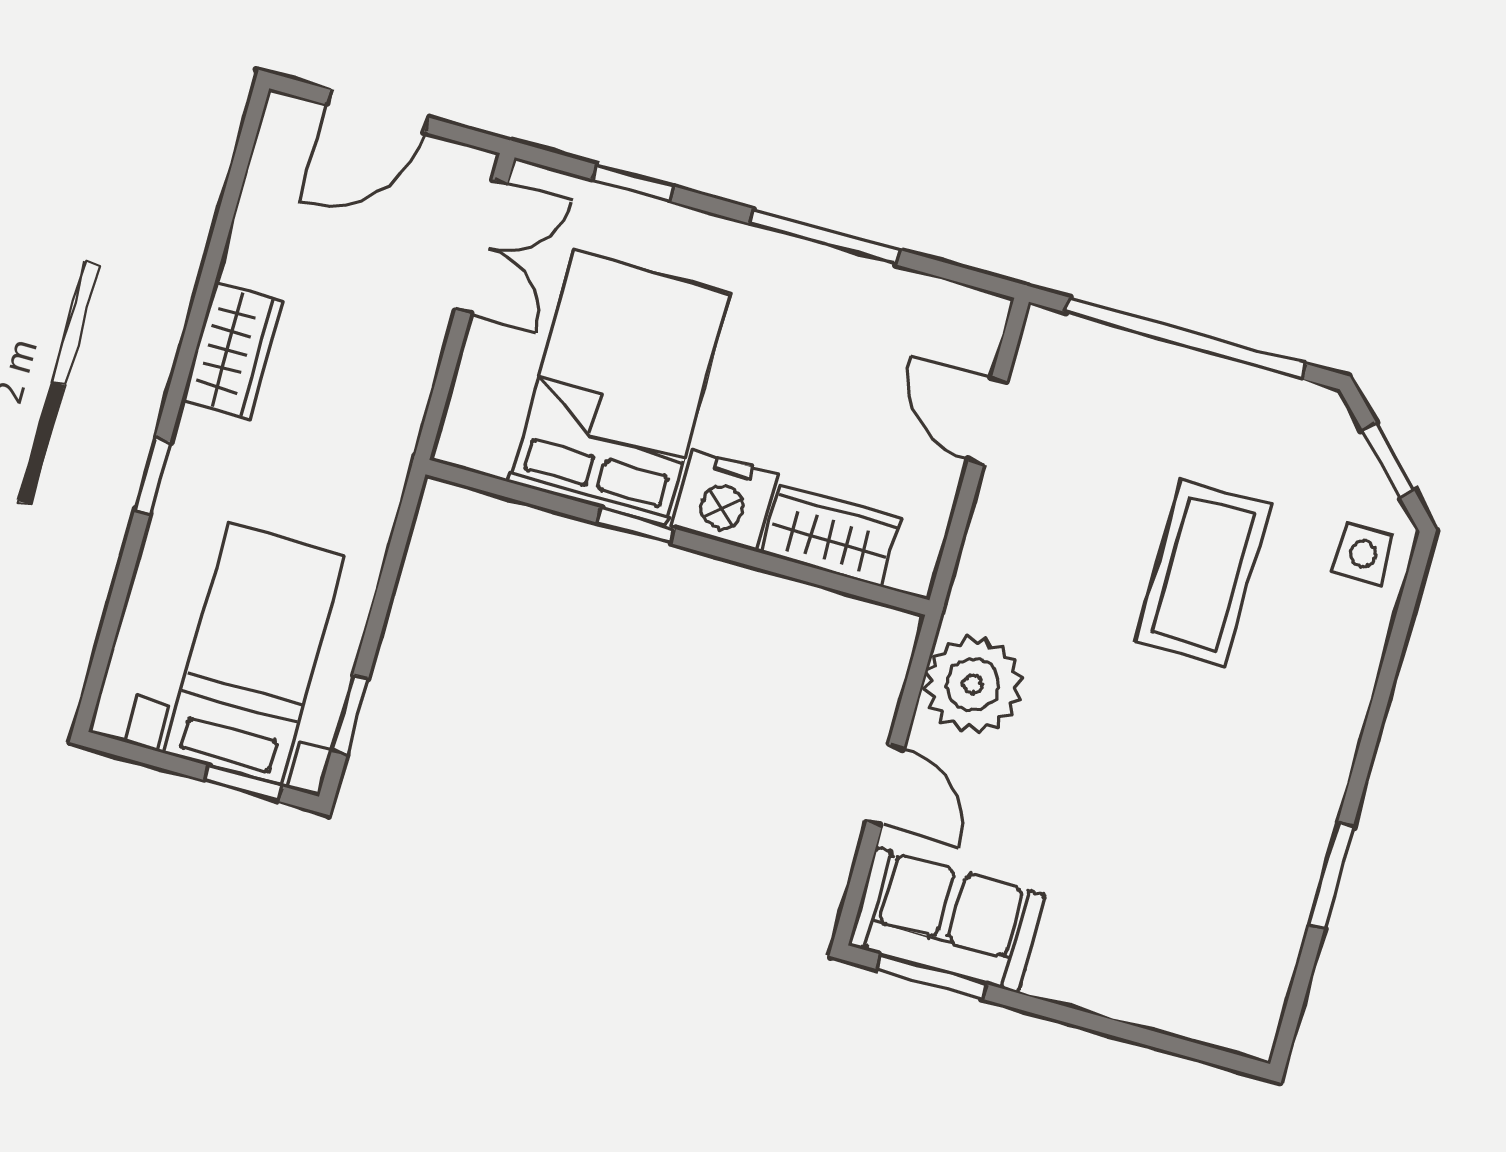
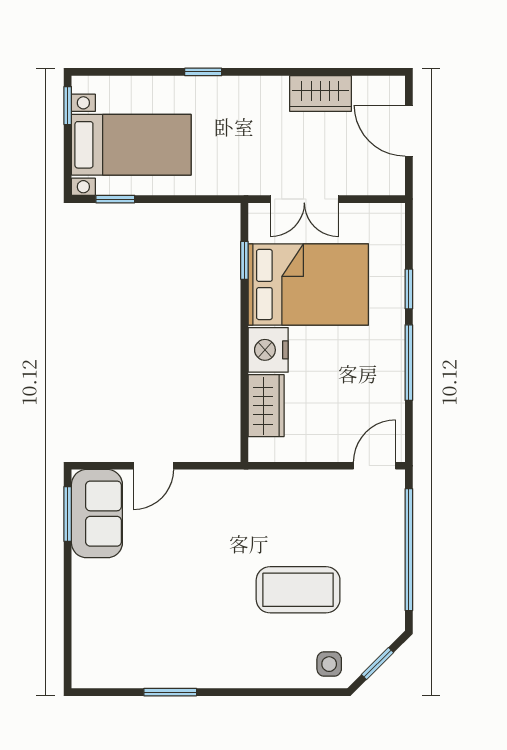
window: (633, 183) -> (409, 289), moved
double door: (482, 246) -> (304, 199), moved
wardrobe: (232, 351) -> (320, 94), moved
door: (988, 421) -> (375, 466), moved
window: (636, 526) -> (244, 260), moved
plant: (973, 685) -> (214, 494), removed
window: (243, 783) -> (68, 106), moved

